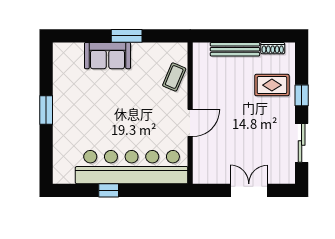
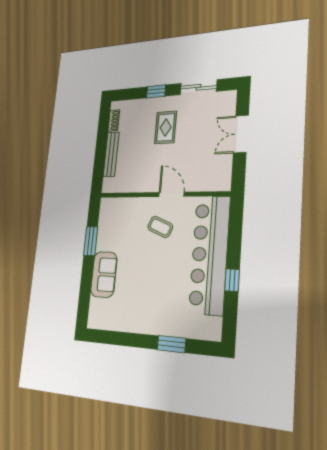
window: (127, 36) -> (91, 241), moved
coffee table: (174, 77) -> (160, 227), moved
rug: (272, 85) -> (166, 127), moved
window: (46, 110) -> (171, 344), moved

